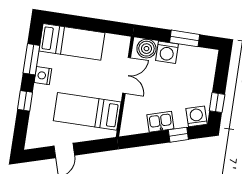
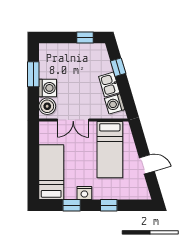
window: (31, 59) -> (72, 205), width x0.67
double door: (127, 75) -> (73, 120), swing flipped
washing machine: (196, 116) -> (115, 104), moved

